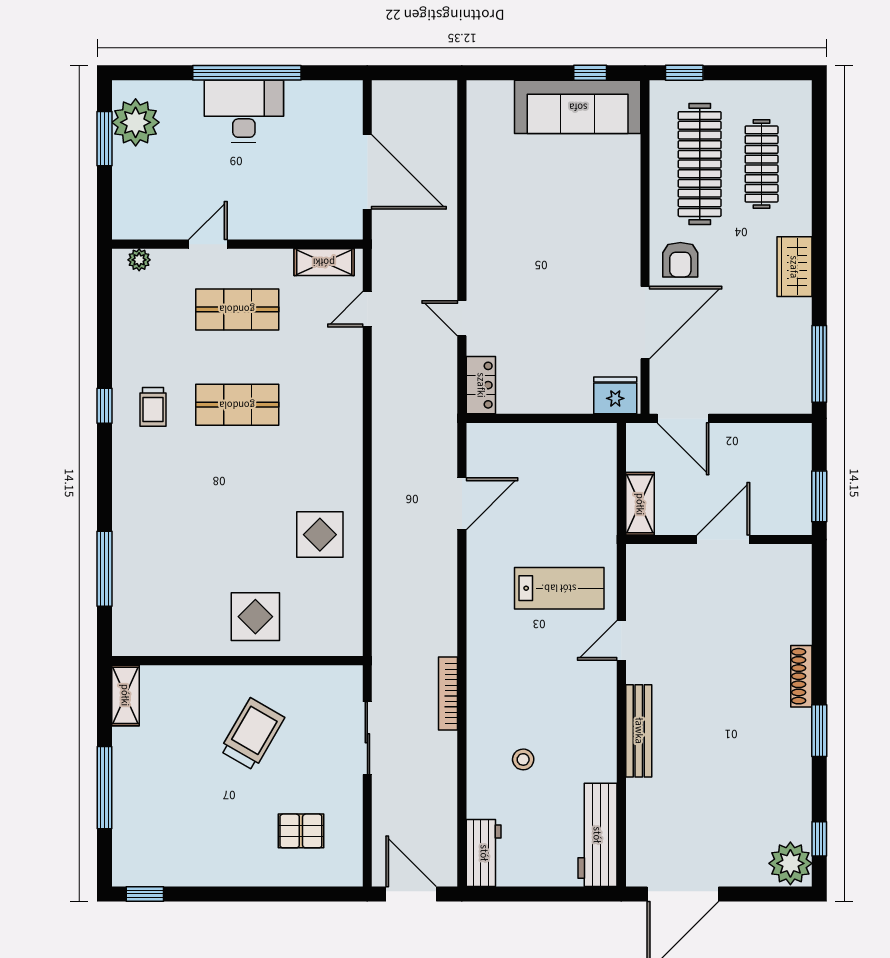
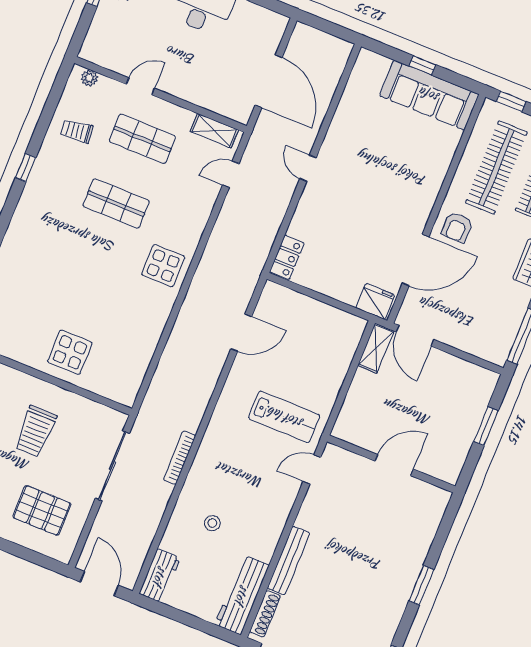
window: (590, 73) -> (422, 65), moved
door: (462, 318) -> (308, 168), moved
trolley: (153, 407) -> (77, 131), moved, turned 83
shelving: (640, 504) -> (376, 348), moved
display table: (320, 535) -> (163, 266), moved
wall: (719, 540) -> (391, 464), moved
door: (723, 540) -> (394, 465), moved
shoe rack: (801, 676) -> (265, 614), moved, turned 180
bench: (639, 731) -> (289, 561), moved
trolley: (252, 734) -> (35, 431), turned 150
sliding door: (367, 738) -> (112, 466), width x1.37
pallet: (301, 831) -> (42, 510), width x1.50, depth x1.42

